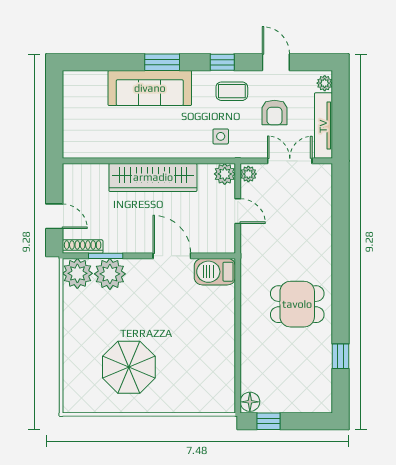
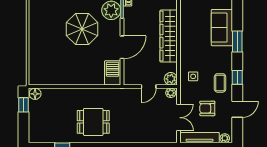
sofa: (150, 88) -> (222, 28), width x0.73
dining table: (297, 304) -> (93, 122), turned 90
parasol: (129, 367) -> (82, 29), moved

